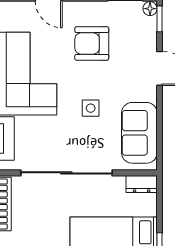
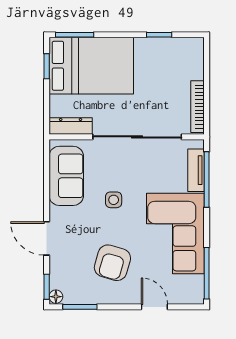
armchair: (92, 43) -> (112, 263), turned 106
dresser: (142, 184) -> (71, 126), width x1.44

